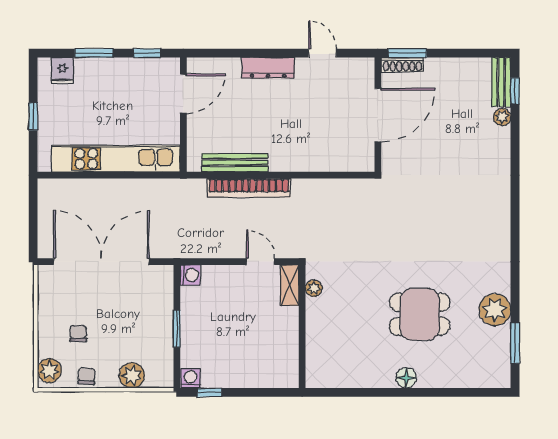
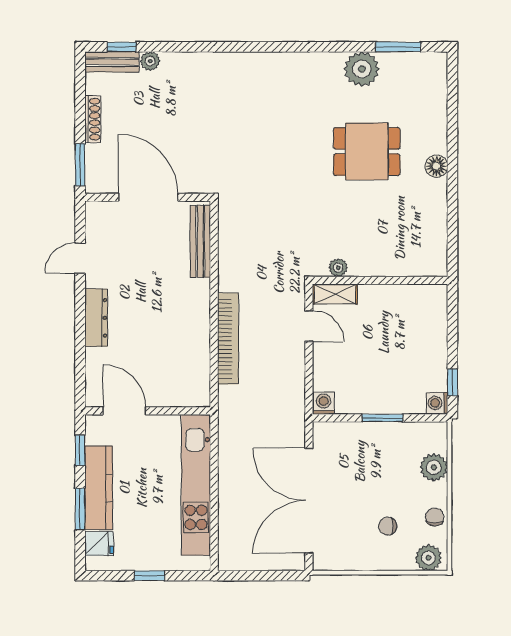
shoe rack: (402, 65) -> (93, 119), moved
kitchen counter: (113, 70) -> (99, 488), added
bench: (235, 163) -> (200, 241), moved
door: (261, 262) -> (309, 326), swing flipped
dining table: (420, 314) -> (367, 151), turned 90
chair: (87, 376) -> (435, 517), turned 87

